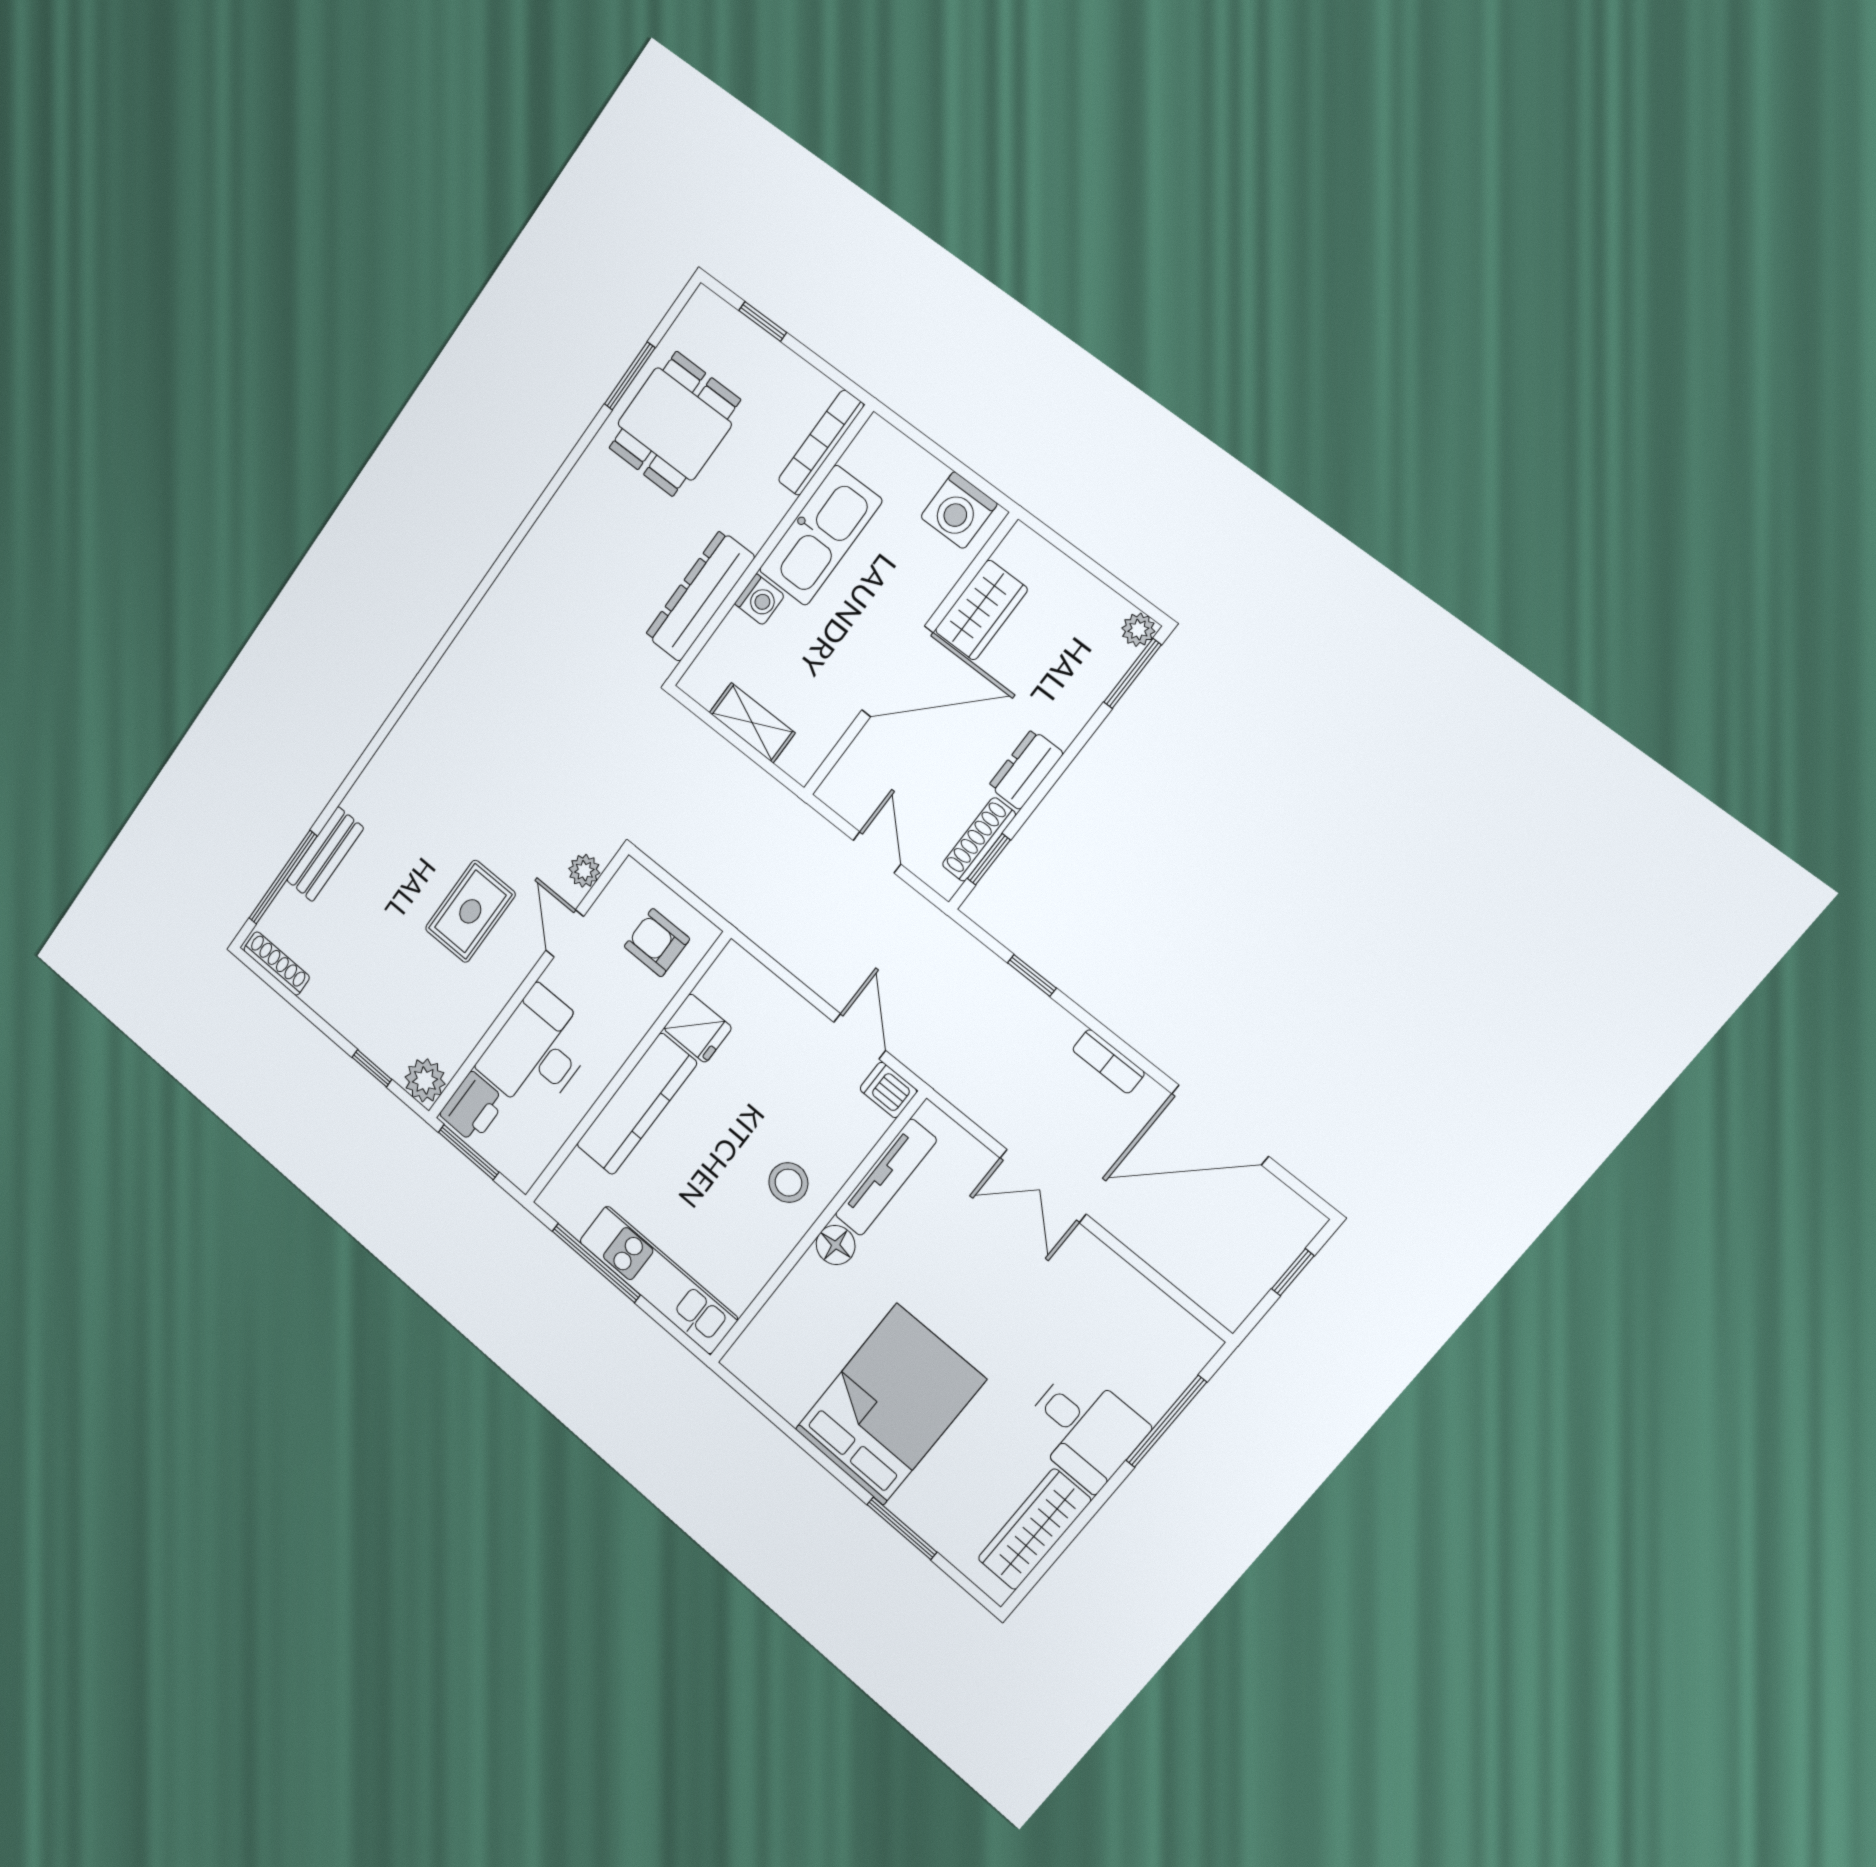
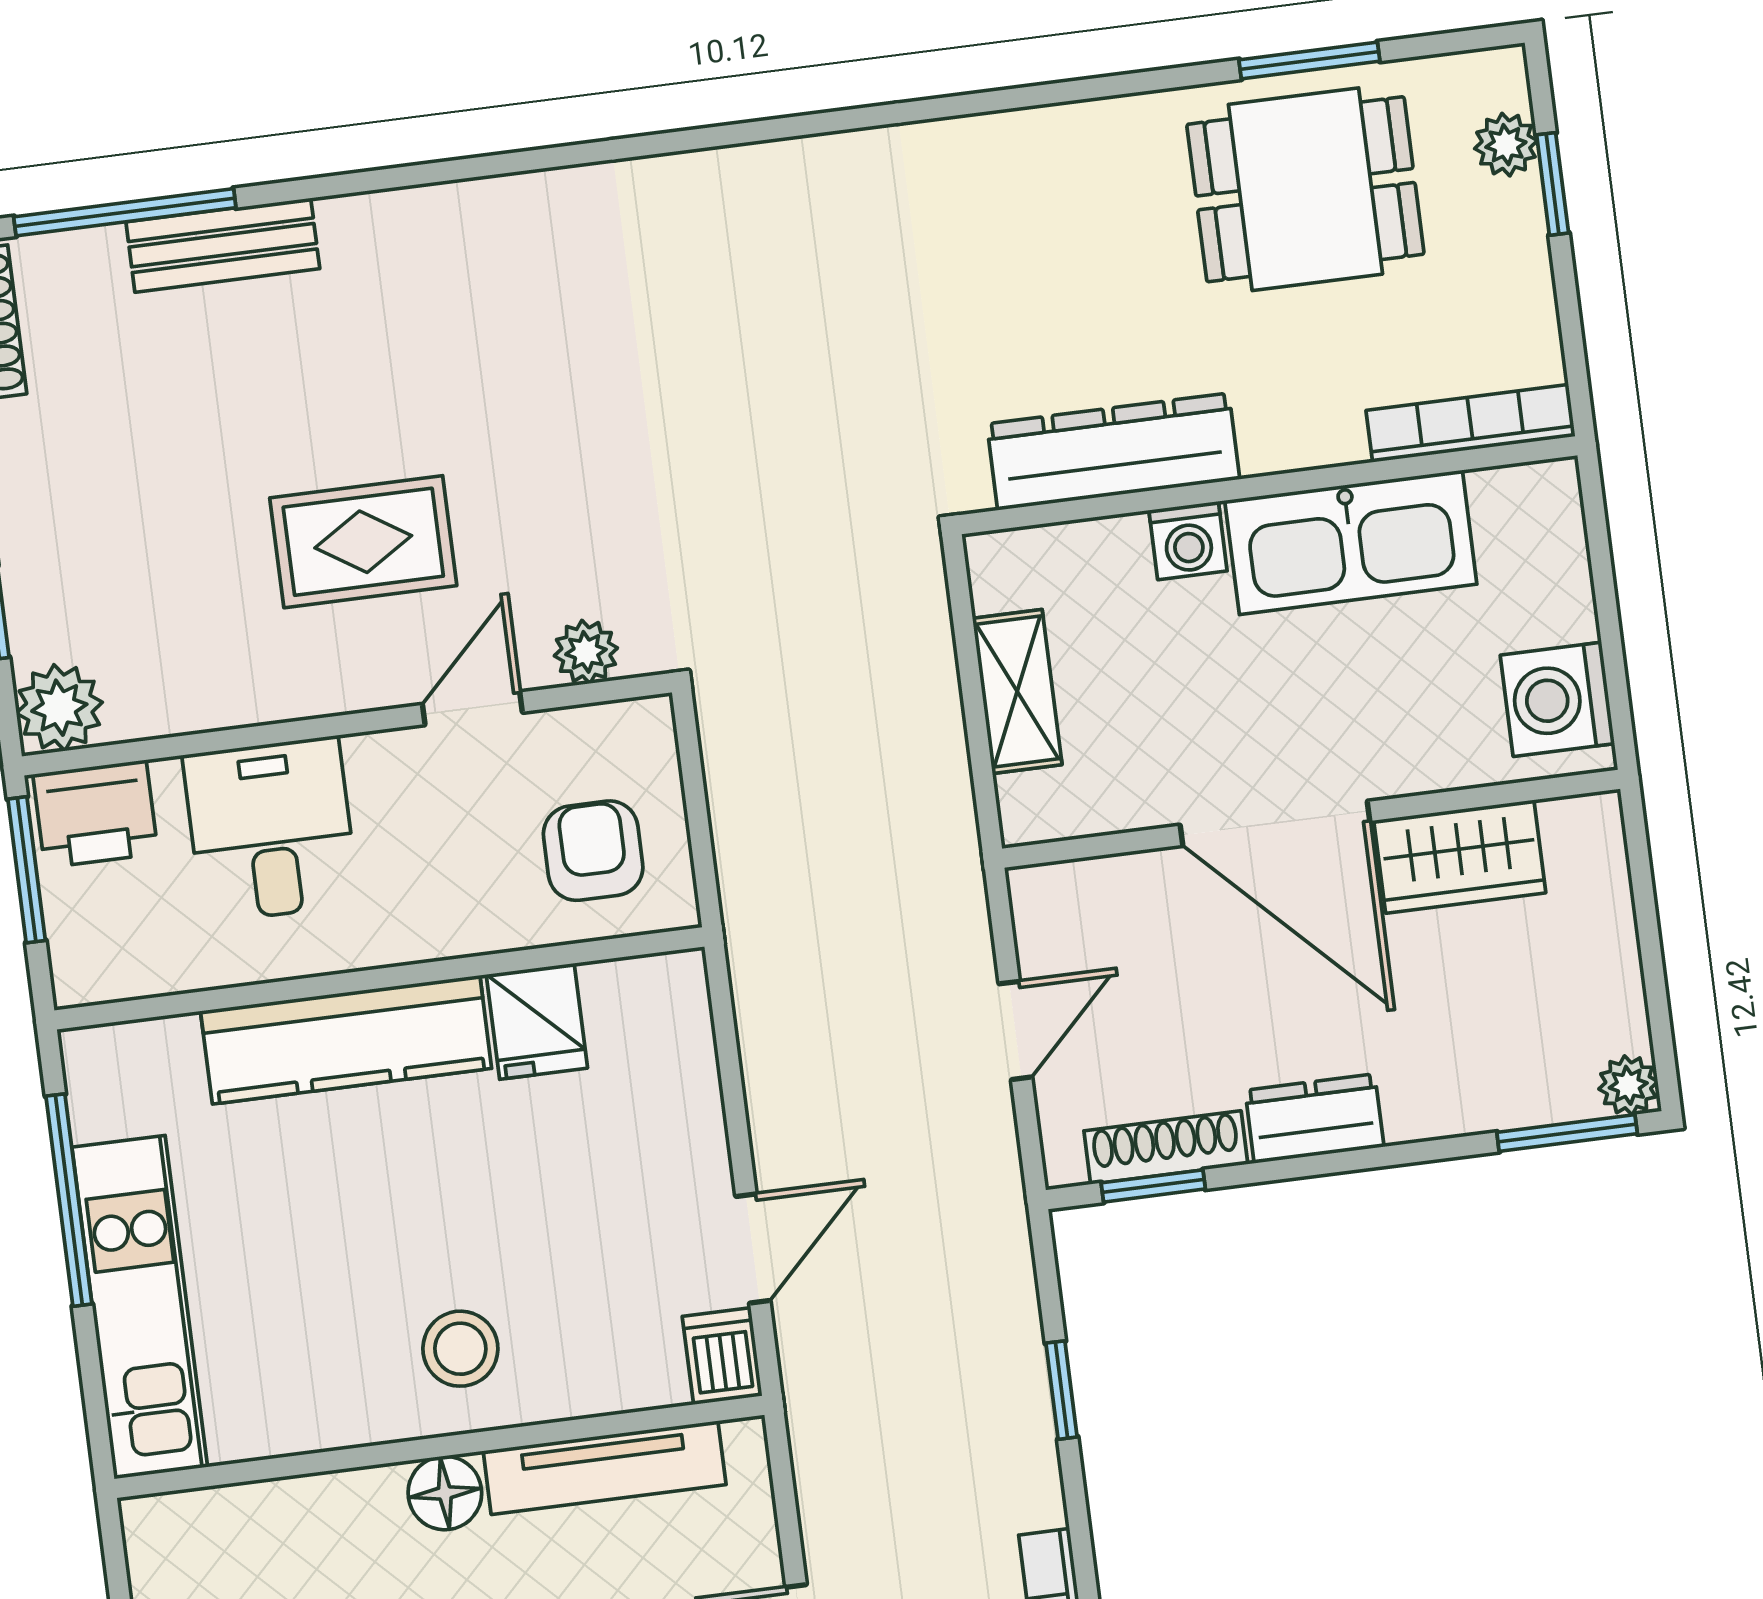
plant: (731, 326) -> (1506, 145), added
desk: (537, 1051) -> (271, 830), width x0.73

